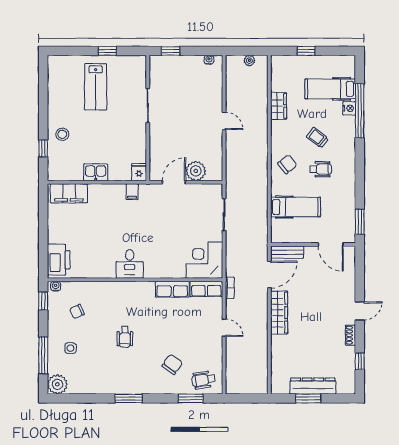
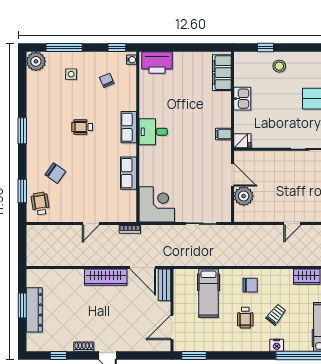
nightstand: (349, 108) -> (277, 345), moved
chair: (287, 164) -> (250, 285), turned -52
row of seats: (206, 289) -> (129, 127), moved

